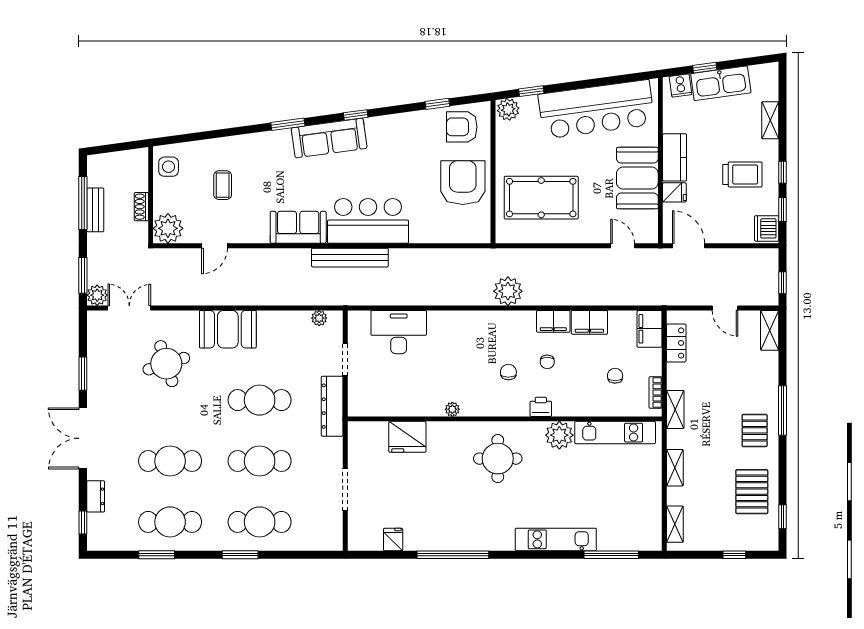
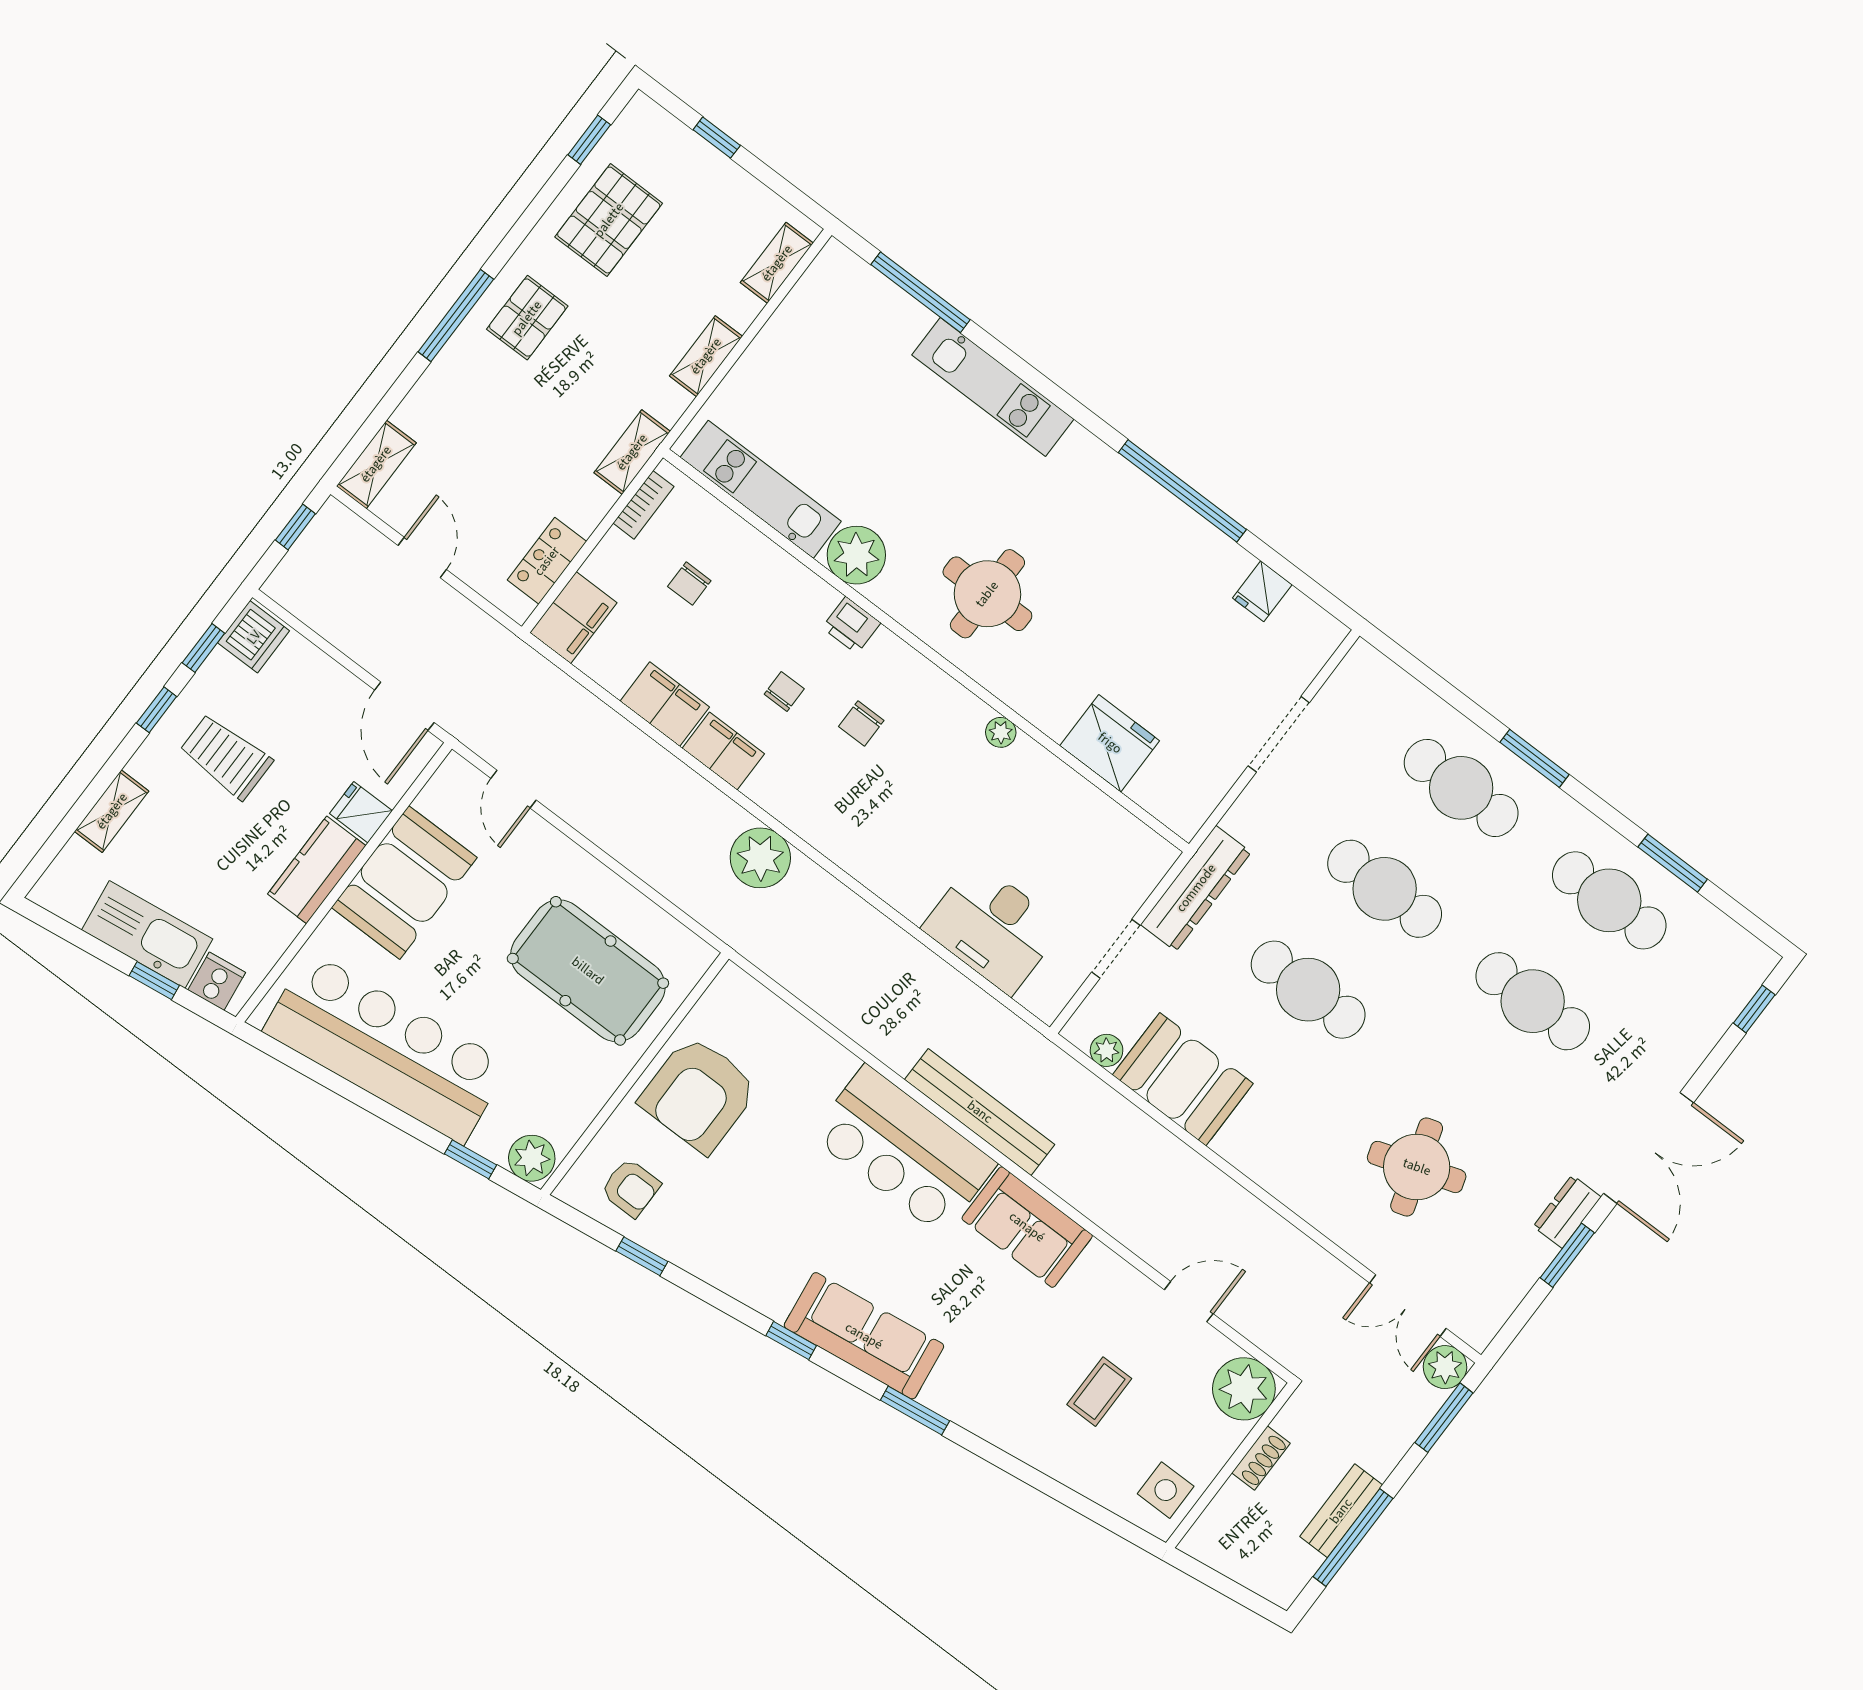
armchair: (462, 127) -> (631, 1188), width x0.72, depth x0.72
booth: (228, 329) -> (1183, 1079), moved
dresser: (96, 496) -> (1567, 1212), moved

